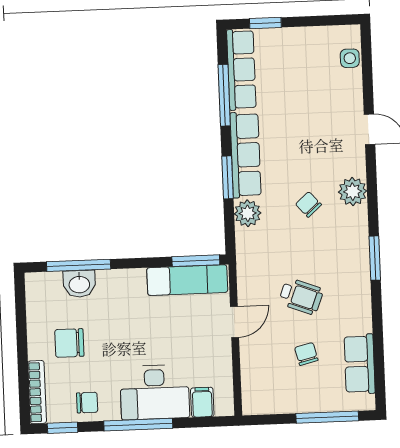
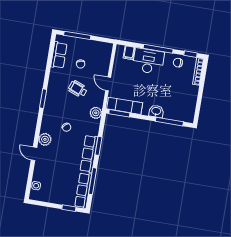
plant: (353, 192) -> (45, 139), moved
plant: (248, 213) -> (96, 113), moved
washbasin: (79, 284) -> (156, 111), moved
door: (235, 322) -> (108, 84), hinge flipped
chair: (69, 343) -> (180, 89), removed

